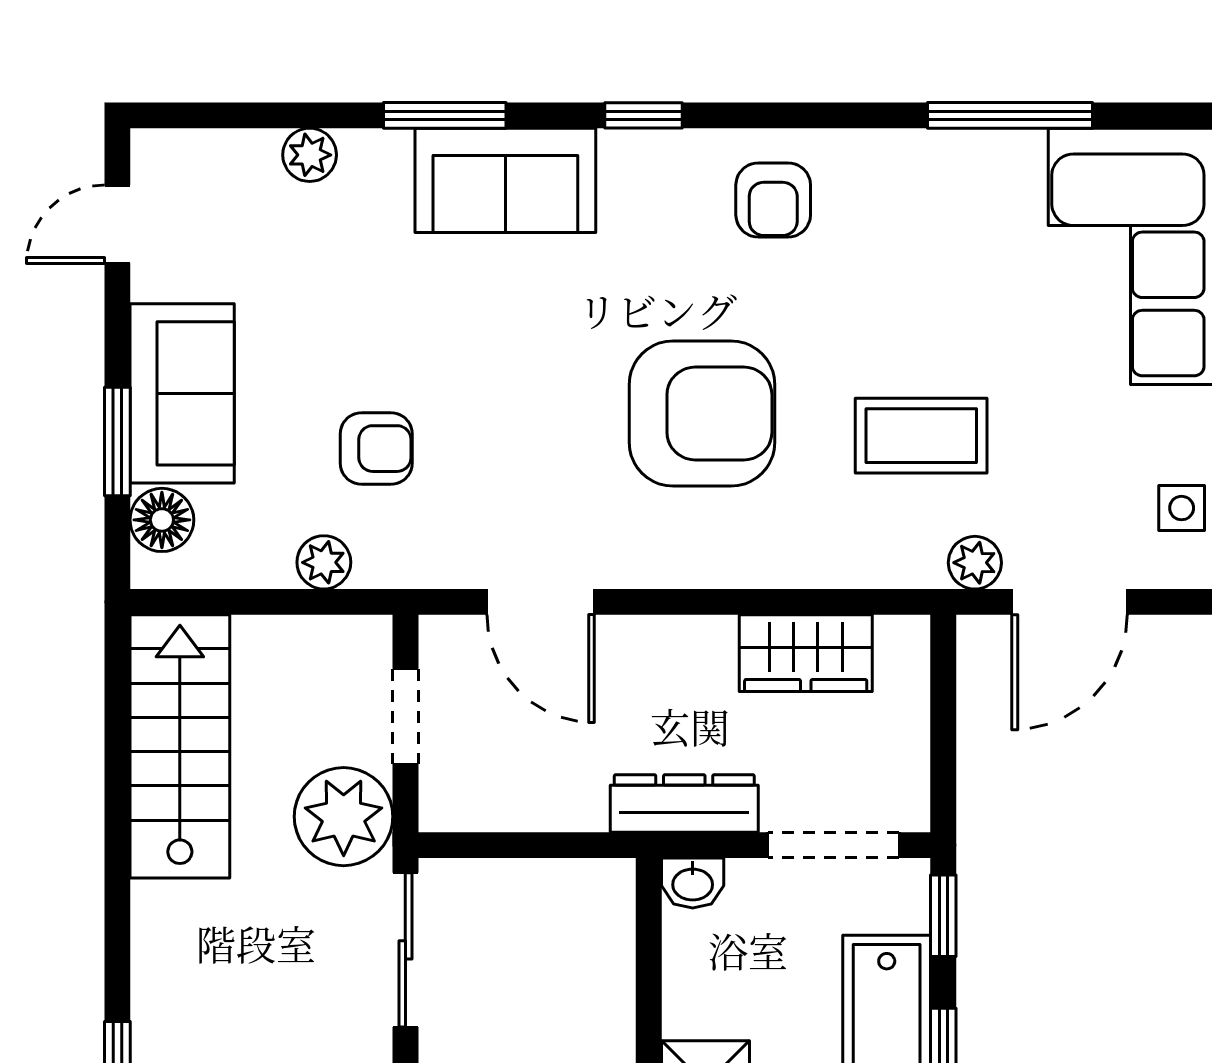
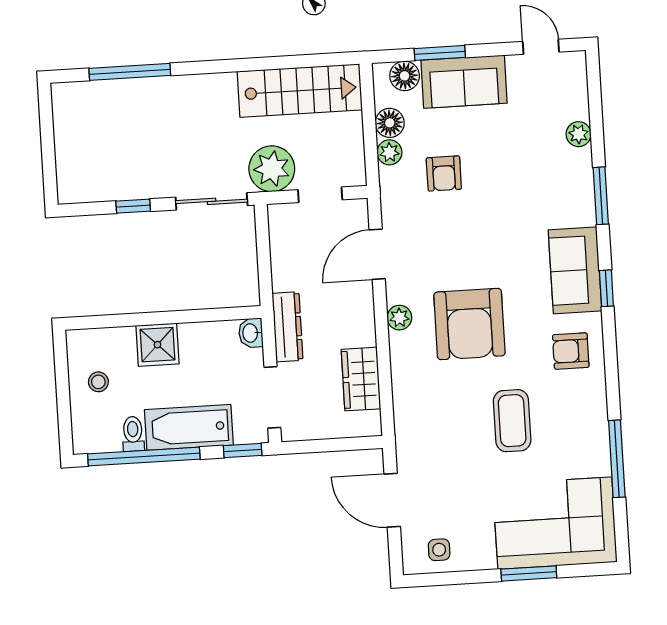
sofa: (505, 180) -> (575, 270), moved
coffee table: (921, 436) -> (512, 421), moved
floor lamp: (261, 558) -> (390, 123), added
plant: (975, 563) -> (399, 318), moved

